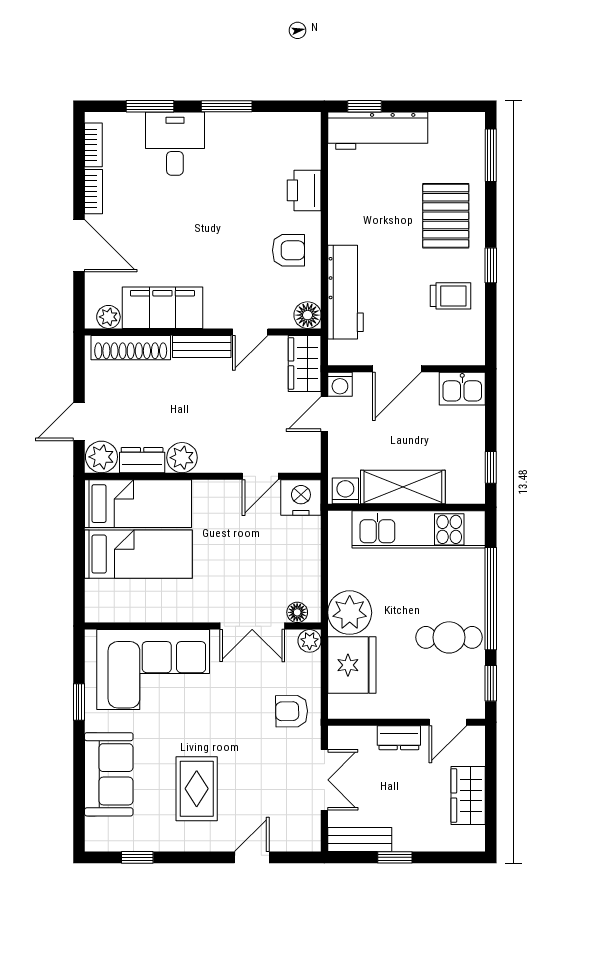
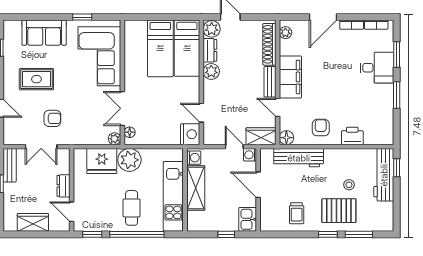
window: (491, 155) -> (359, 234), moved
stool: (397, 197) -> (349, 185), added
armchair: (288, 250) -> (321, 128), turned 180
window: (491, 265) -> (328, 234), moved
filing cabinet: (162, 308) -> (290, 77), moved
window: (491, 467) -> (226, 234), moved
cafe table: (449, 637) -> (132, 208), moved
armchair: (292, 711) -> (52, 118), moved, turned 91

